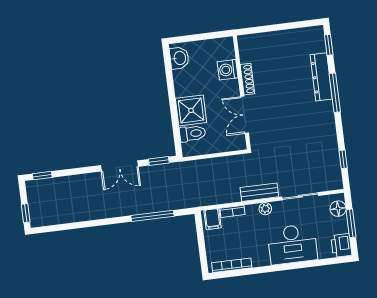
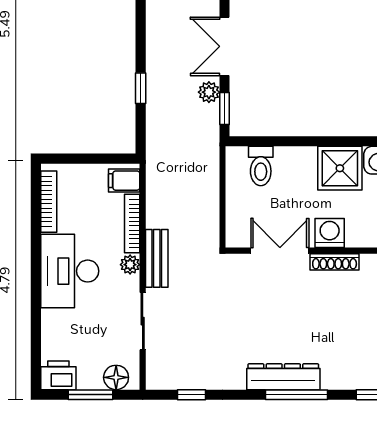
washing machine: (228, 70) -> (330, 233), moved
dresser: (321, 77) -> (283, 377), moved
shower: (191, 110) -> (340, 168), moved
plant: (150, 172) -> (209, 92), added
bookcase: (232, 211) -> (132, 224), width x1.56
window: (153, 216) -> (141, 88), width x0.46
desk: (292, 244) -> (70, 271), moved

